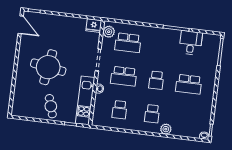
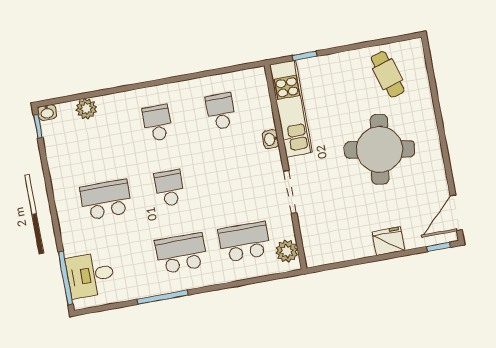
door: (21, 25) -> (456, 213), hinge flipped
fridge: (94, 26) -> (388, 241), moved
desk: (191, 43) -> (90, 275), moved, turned 90
school desk: (124, 76) -> (181, 253), moved
cafe table: (51, 106) -> (388, 74), moved
plant: (166, 129) -> (86, 109), moved

